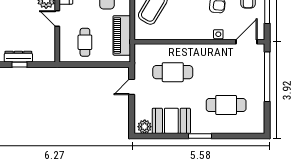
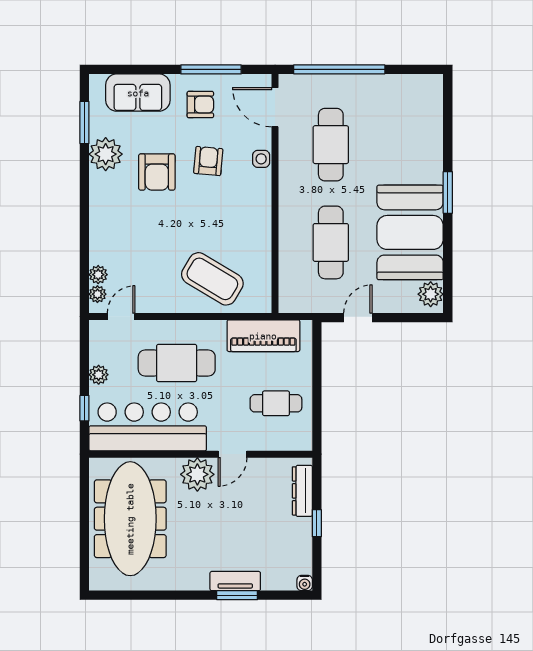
dresser: (18, 57) -> (302, 491), moved
door: (132, 87) -> (358, 318), swing flipped
cafe table: (226, 105) -> (331, 145), moved
booth: (171, 121) -> (410, 232), width x1.36, depth x1.42

